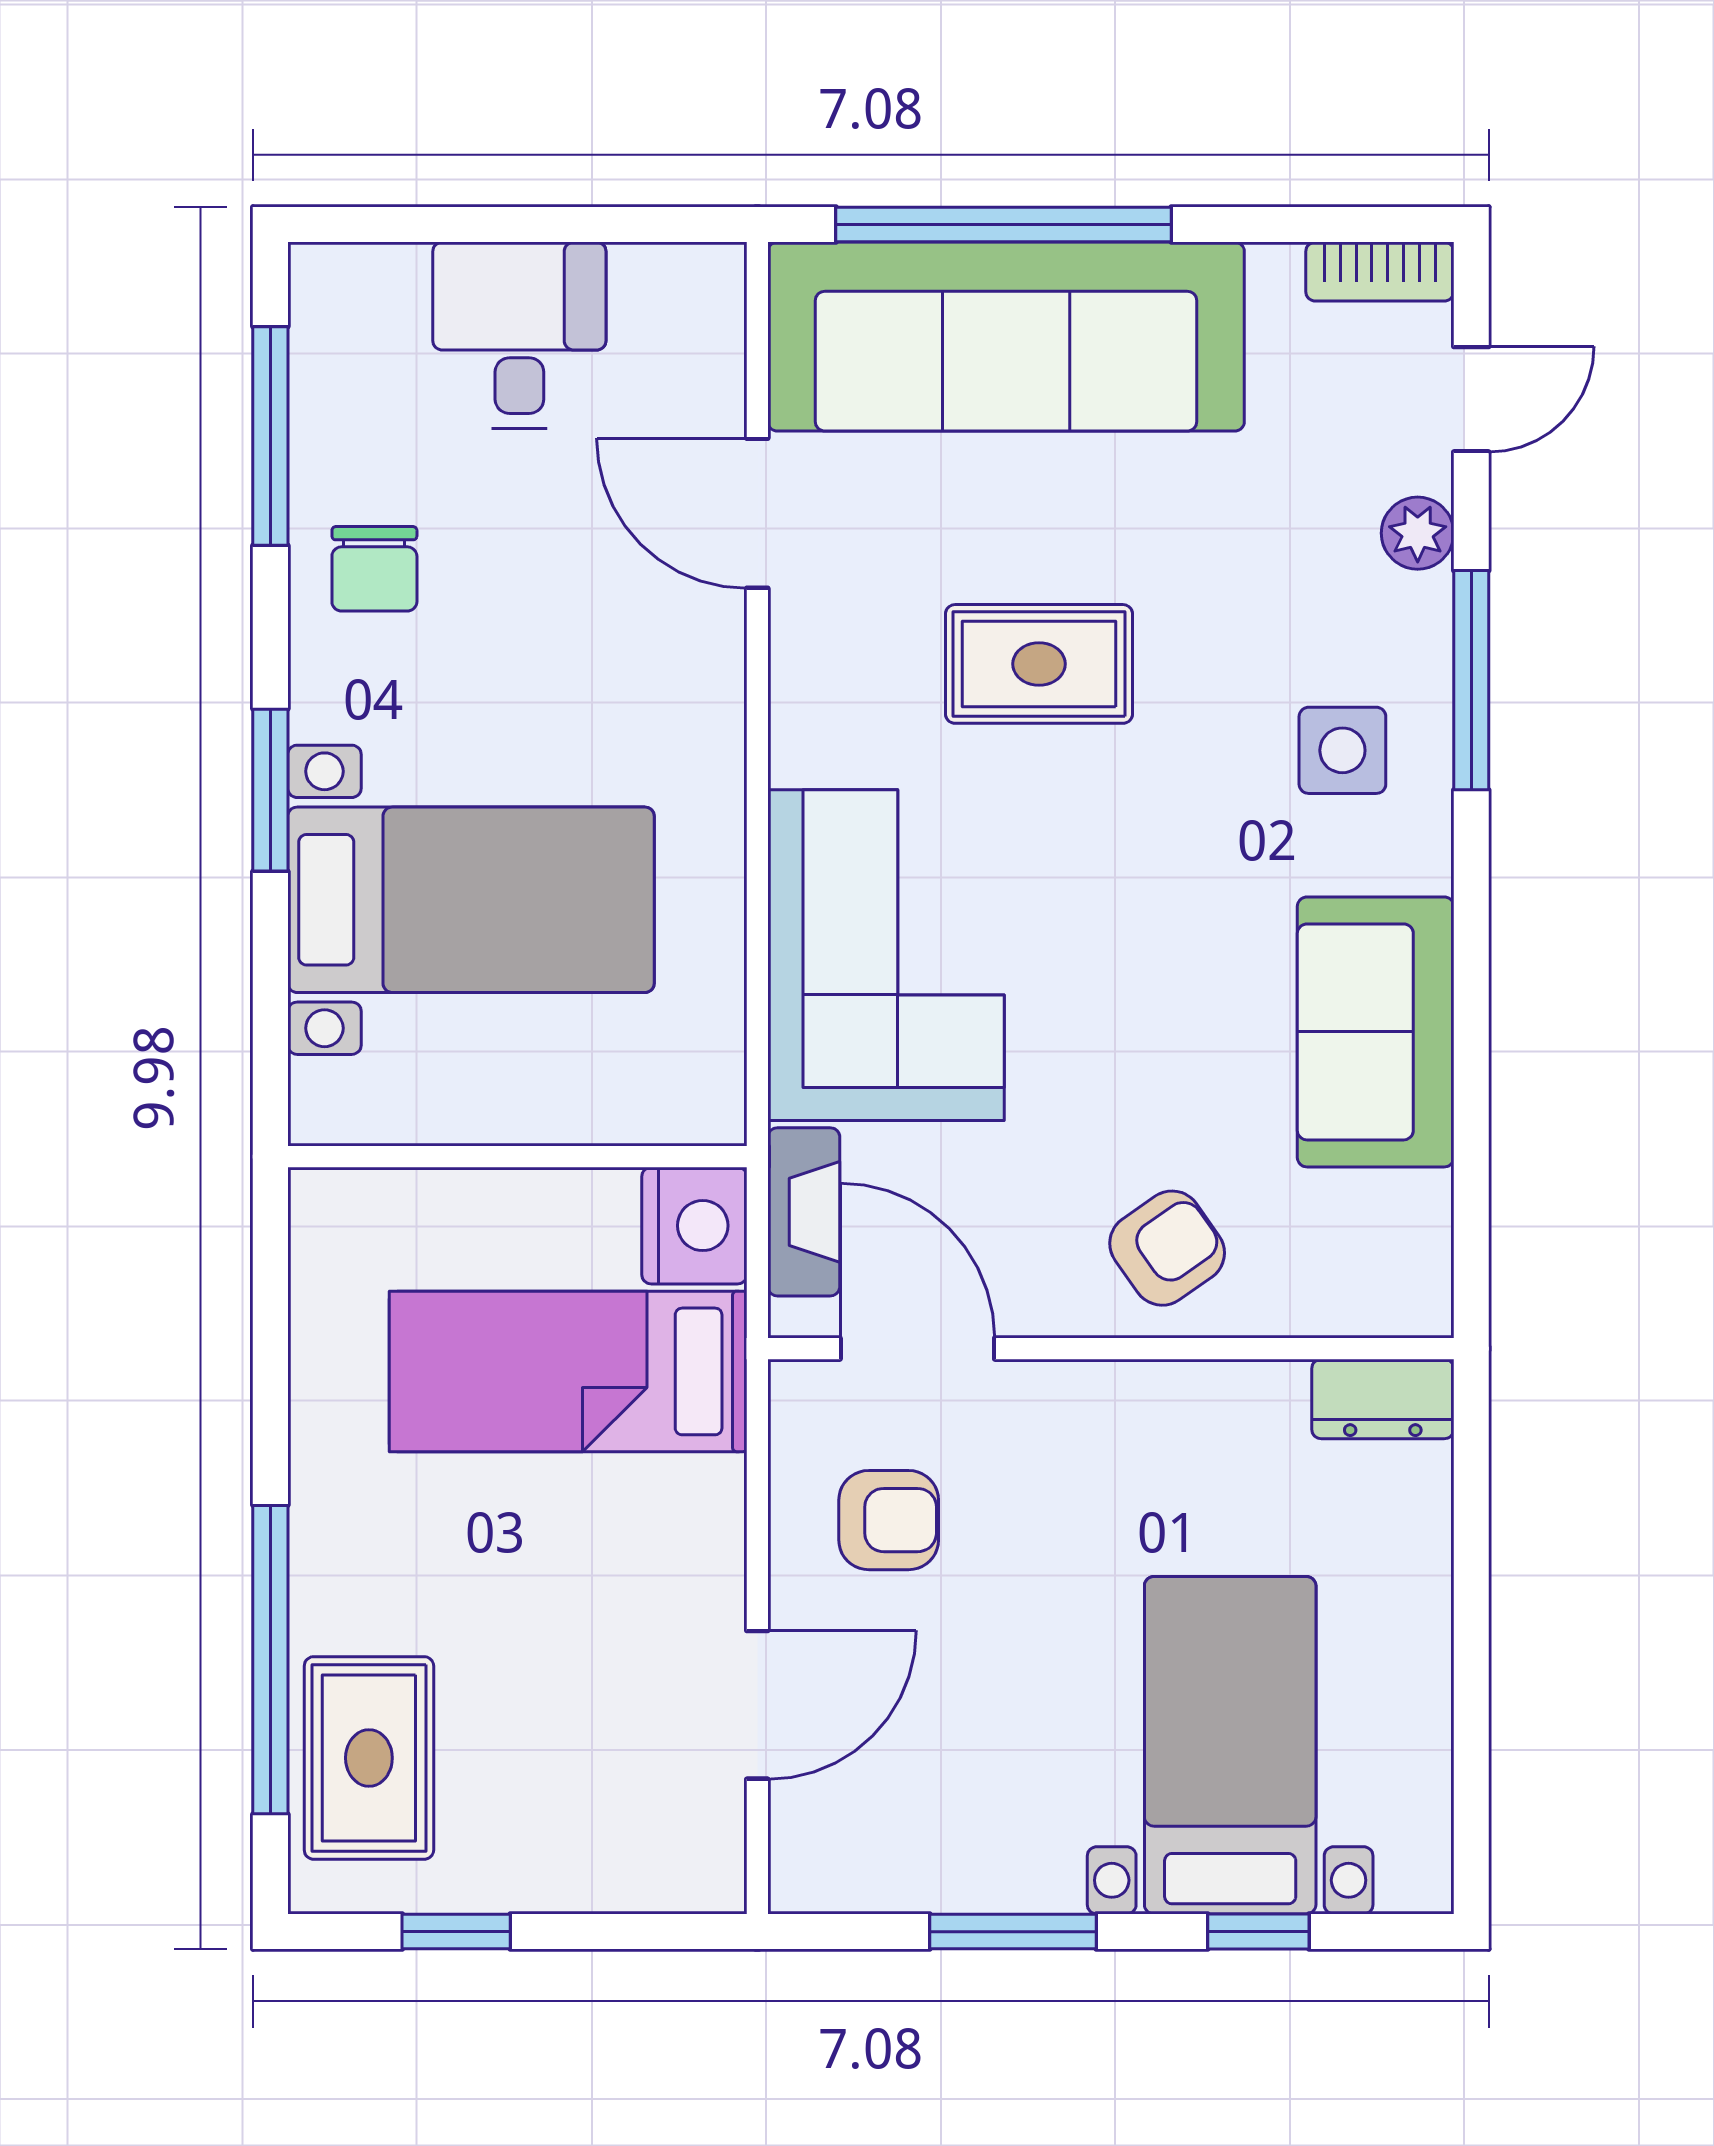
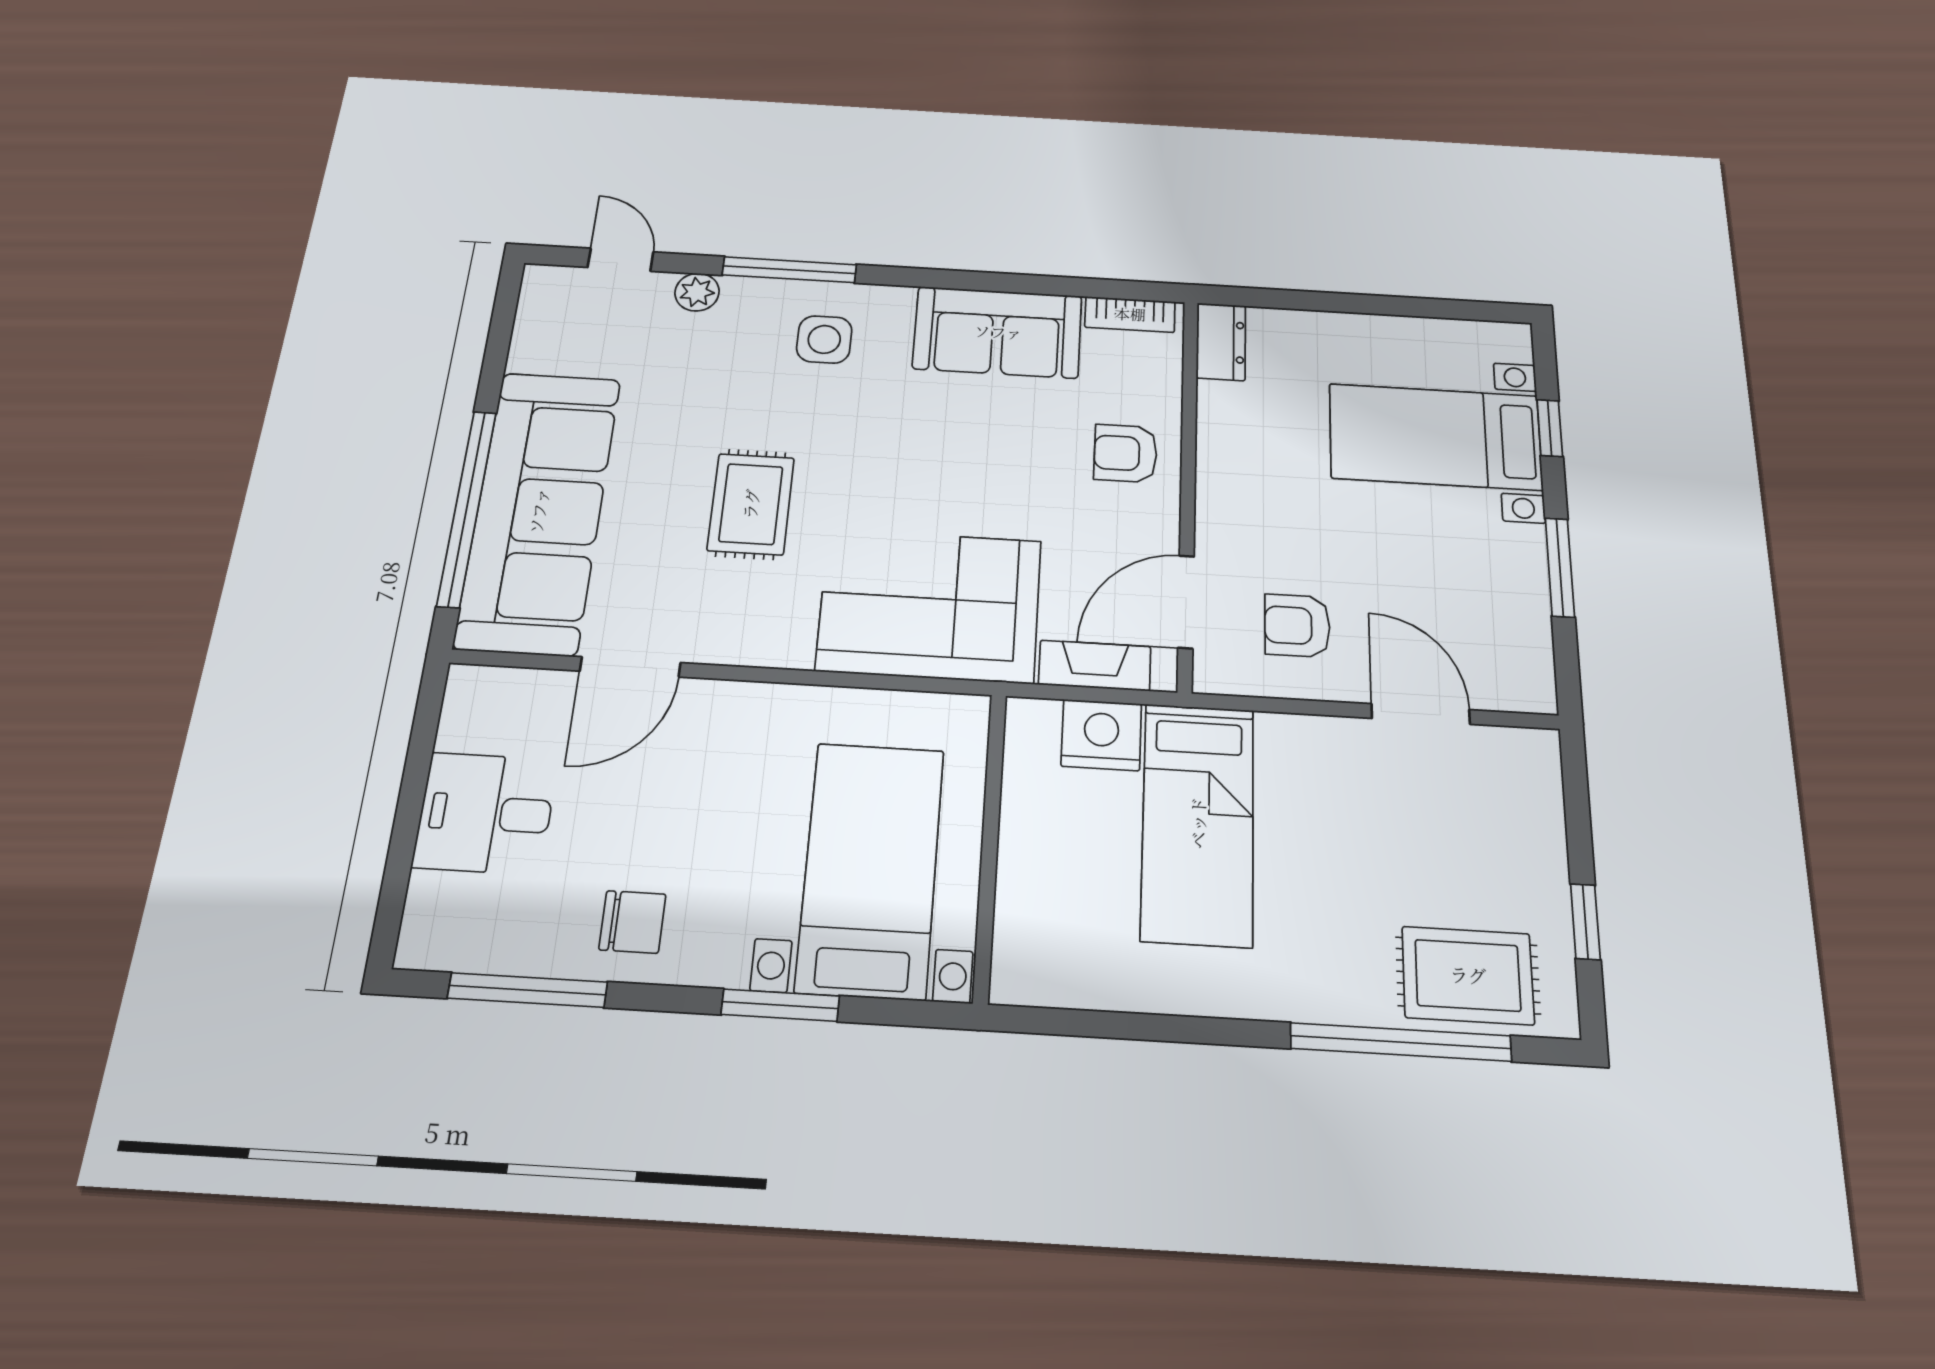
bookcase: (1380, 272) -> (1130, 314), moved, turned 90
wall: (517, 1157) -> (990, 845), moved
armchair: (1167, 1248) -> (1126, 453), turned -55
armchair: (889, 1520) -> (1297, 626), turned -90

